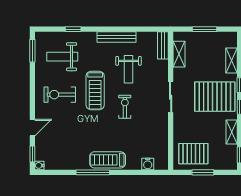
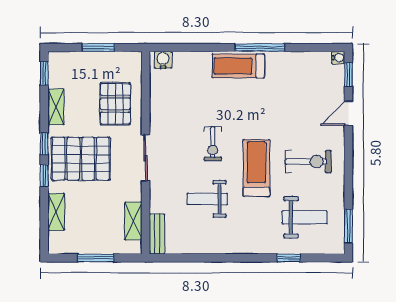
bench: (117, 37) -> (225, 246), removed
weight bench: (129, 69) -> (207, 199), turned -90
pallet: (193, 154) -> (115, 104), moved, turned 90
treadmill: (108, 160) -> (238, 66), turned 180
water cooler: (148, 164) -> (163, 60), moved

